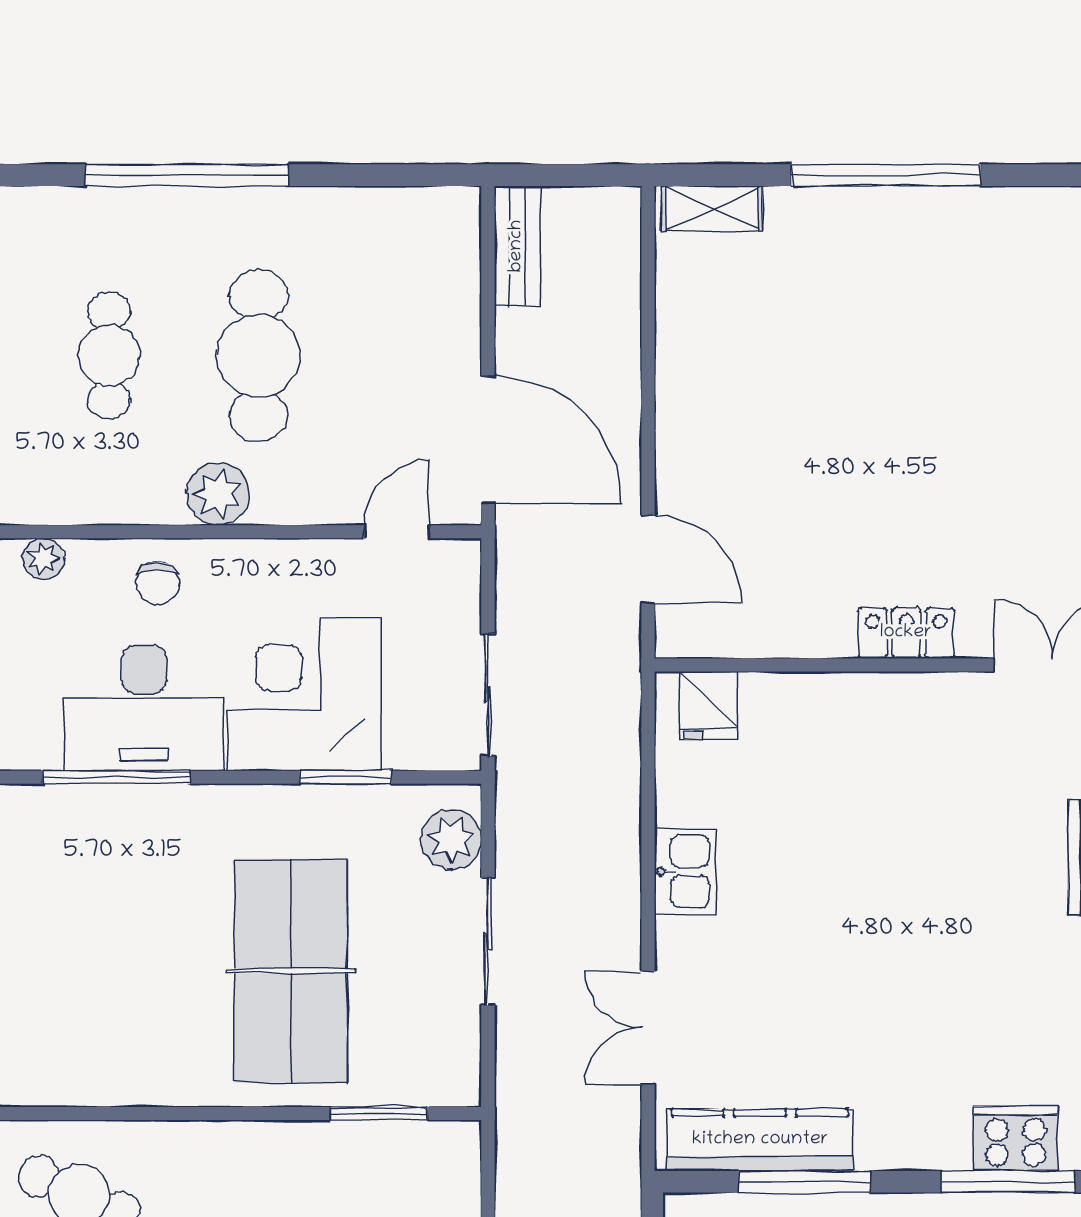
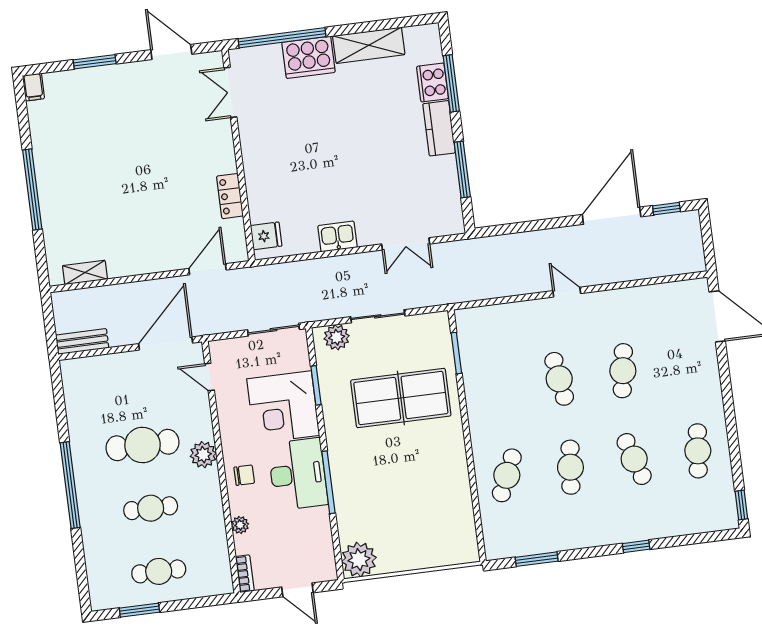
shelving: (712, 209) -> (85, 272), moved, turned 90
locker: (906, 633) -> (230, 196), moved
kitchen counter: (760, 1140) -> (439, 128), moved, width x0.67

